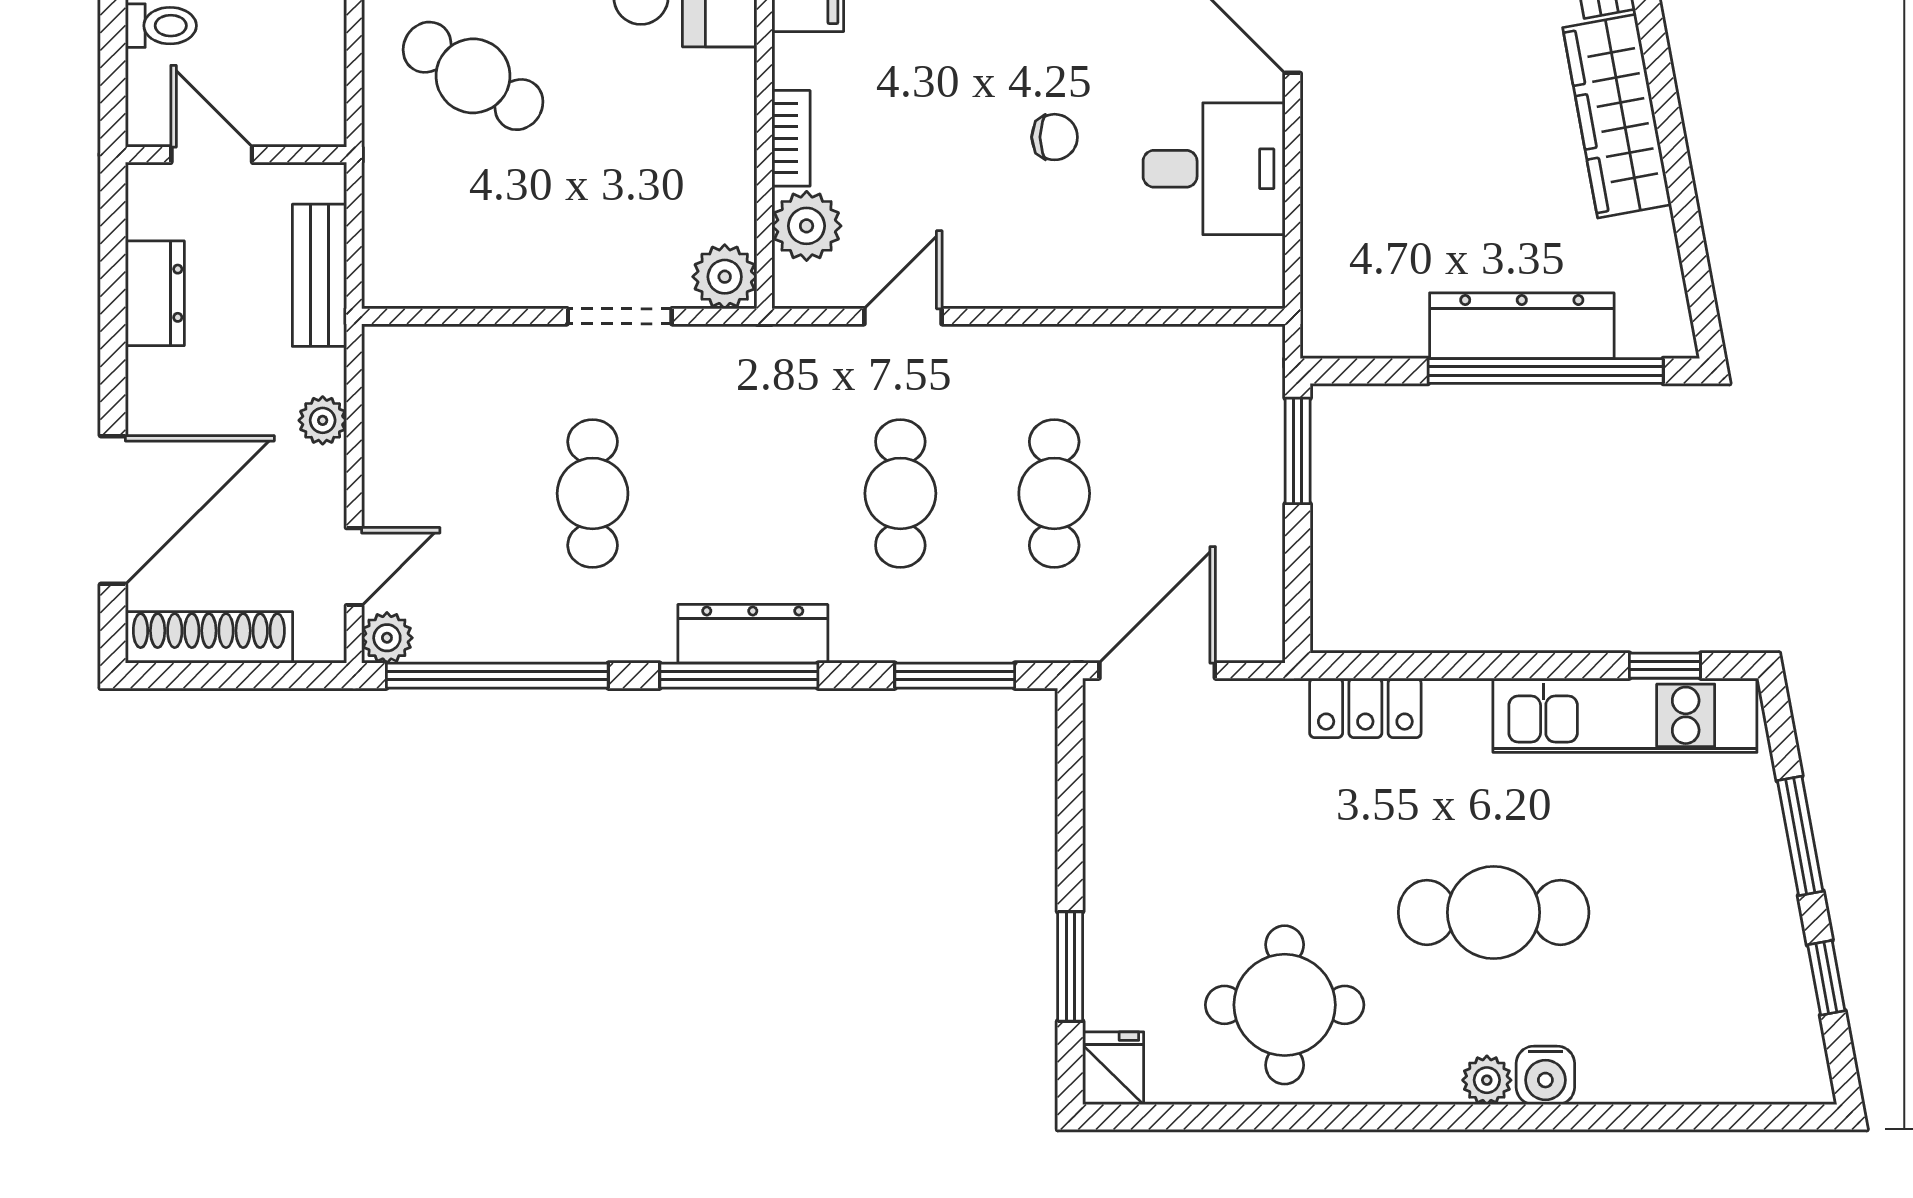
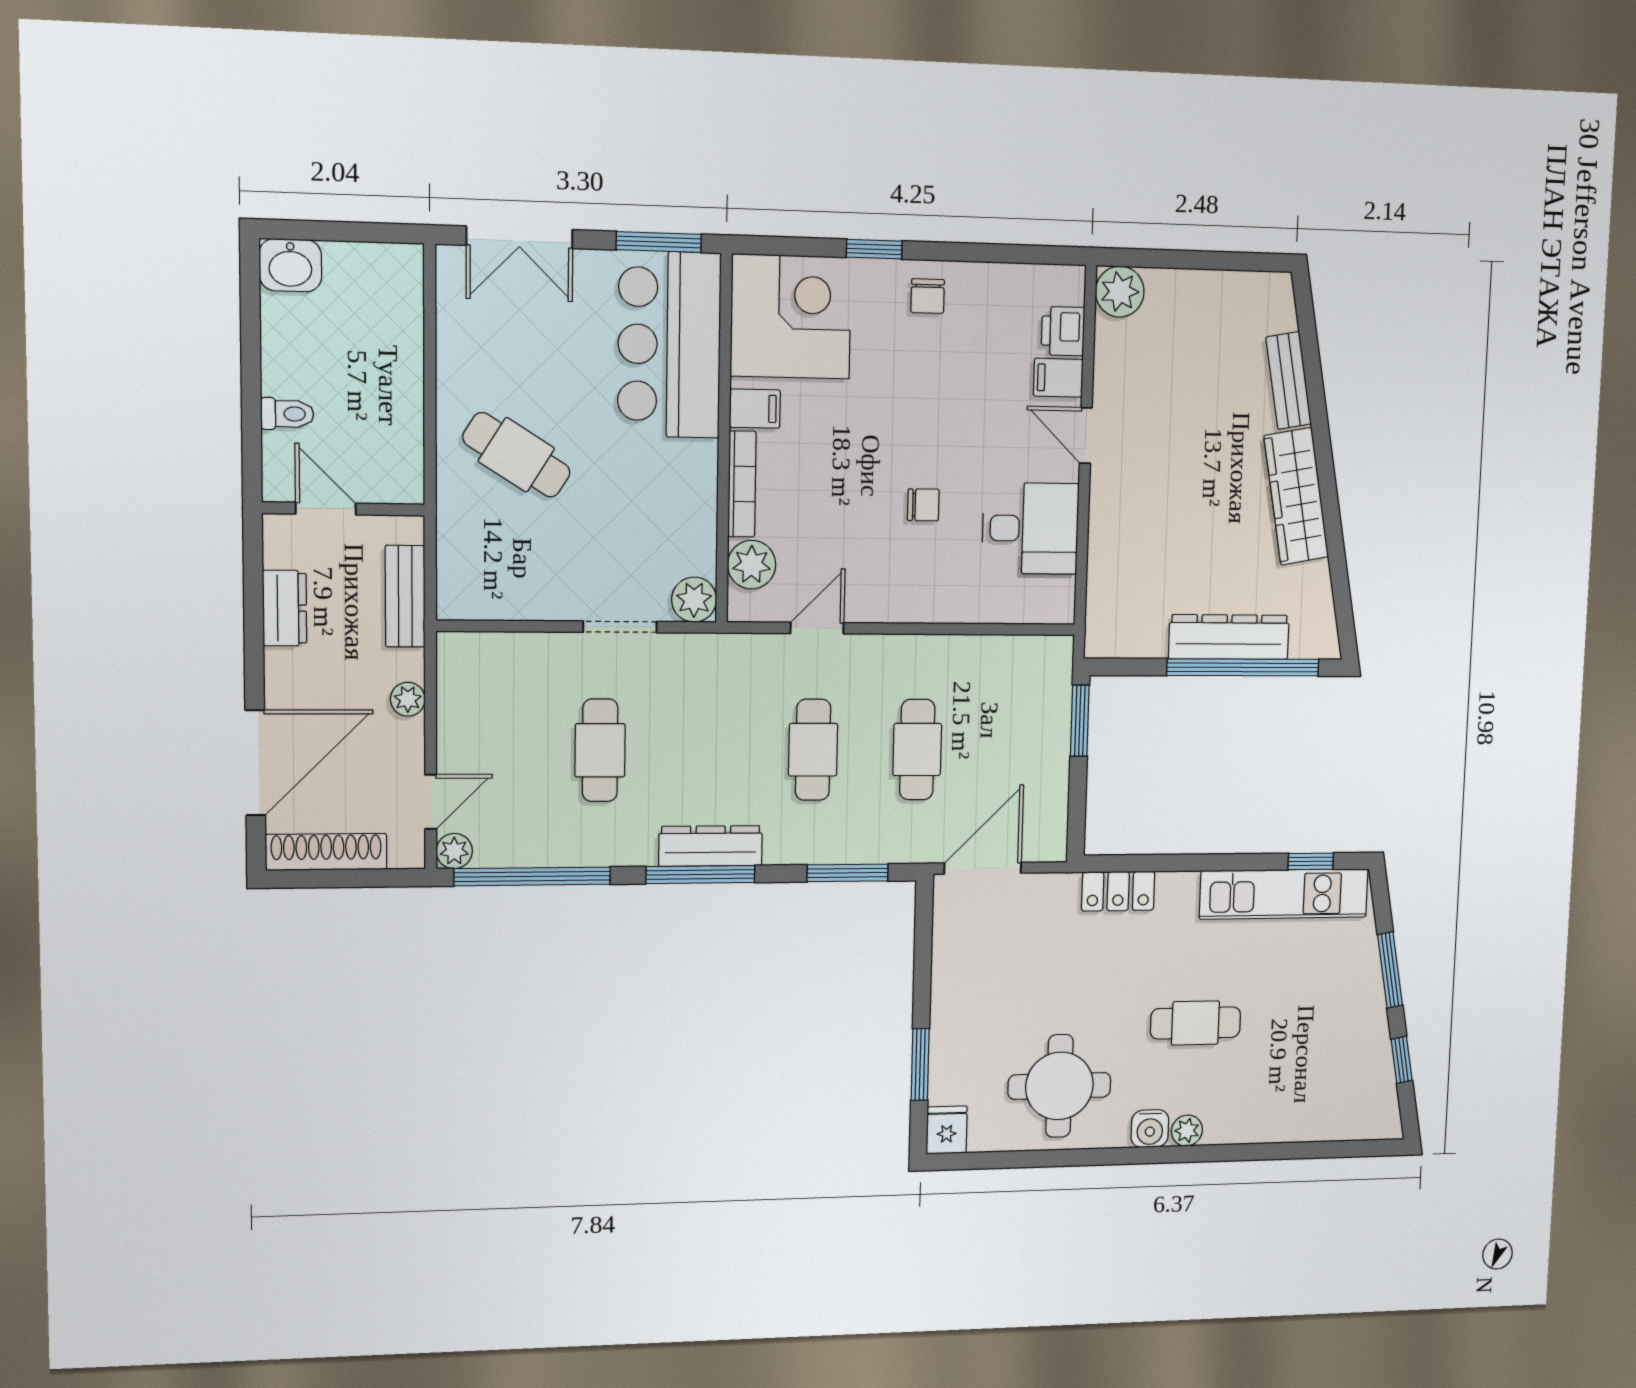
bookcase: (791, 138) -> (742, 484), width x1.56
cafe table: (1494, 912) -> (1195, 1023), width x0.73, depth x0.74
water cooler: (1545, 1075) -> (1150, 1129), moved

